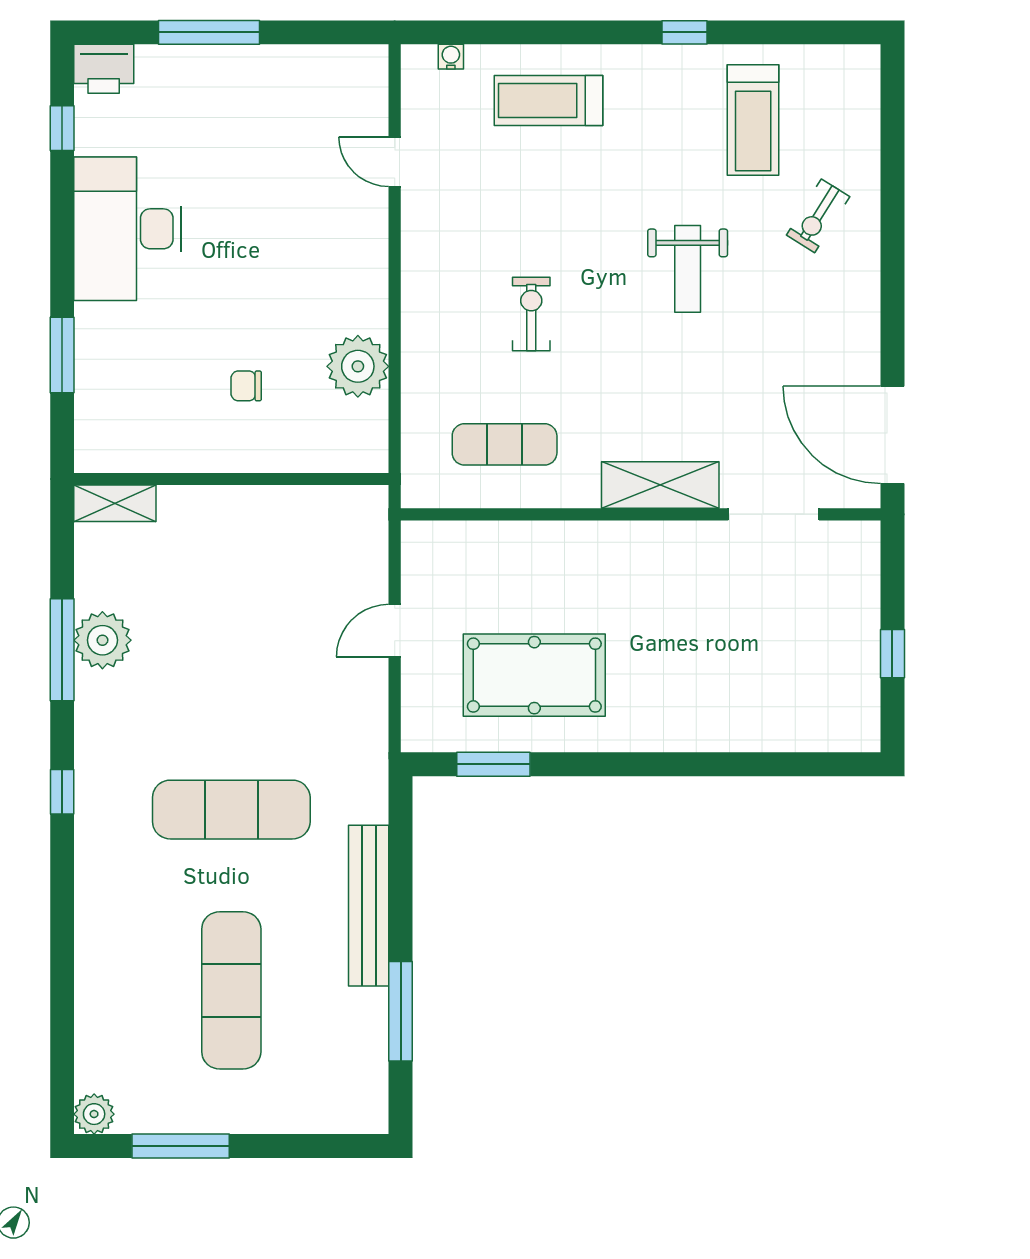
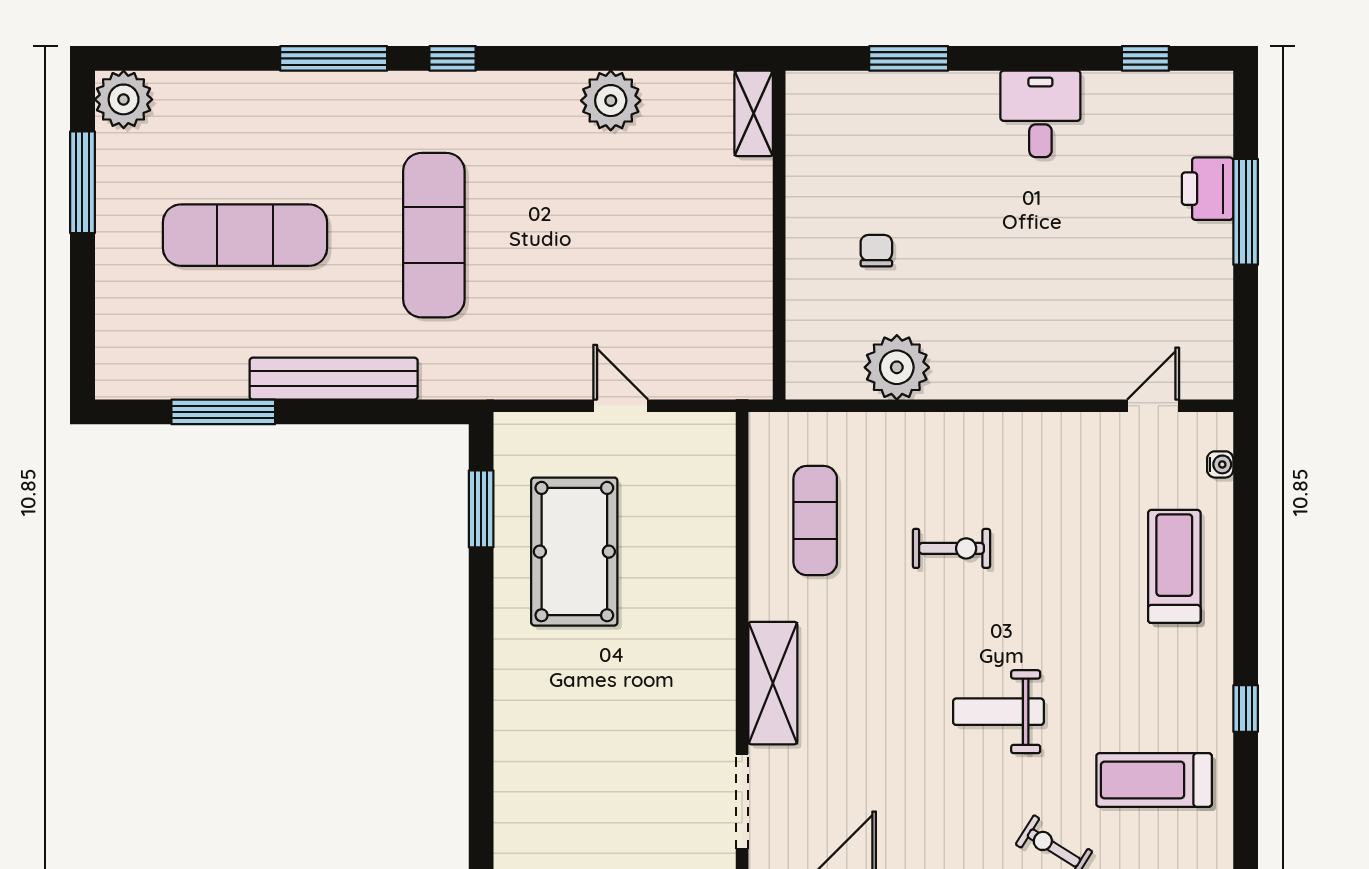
printer: (104, 69) -> (1208, 189), moved
door: (395, 162) -> (1153, 406), moved
desk: (128, 229) -> (1040, 114), width x0.53, depth x0.77
window: (62, 650) -> (334, 58), moved
plant: (94, 1114) -> (124, 99), width x1.36, depth x1.36

